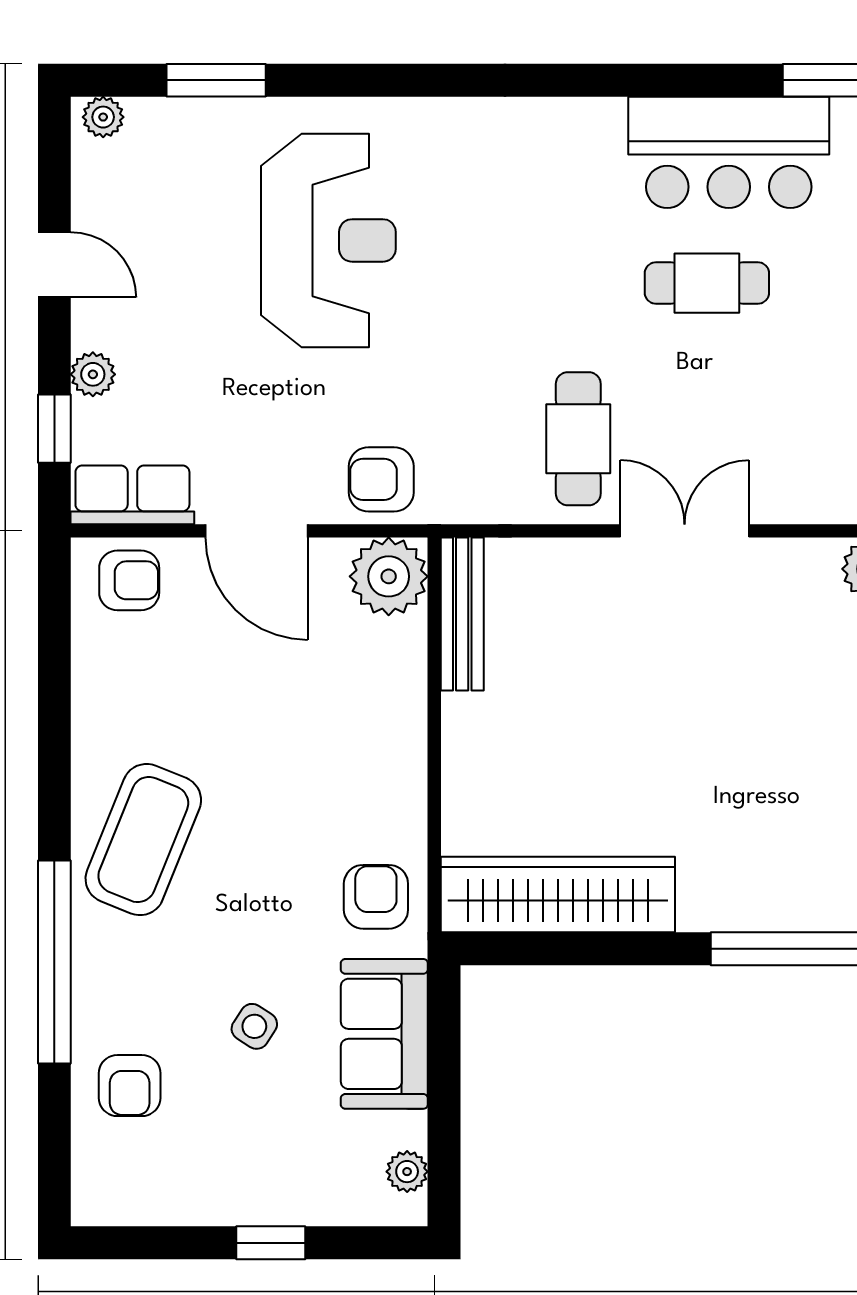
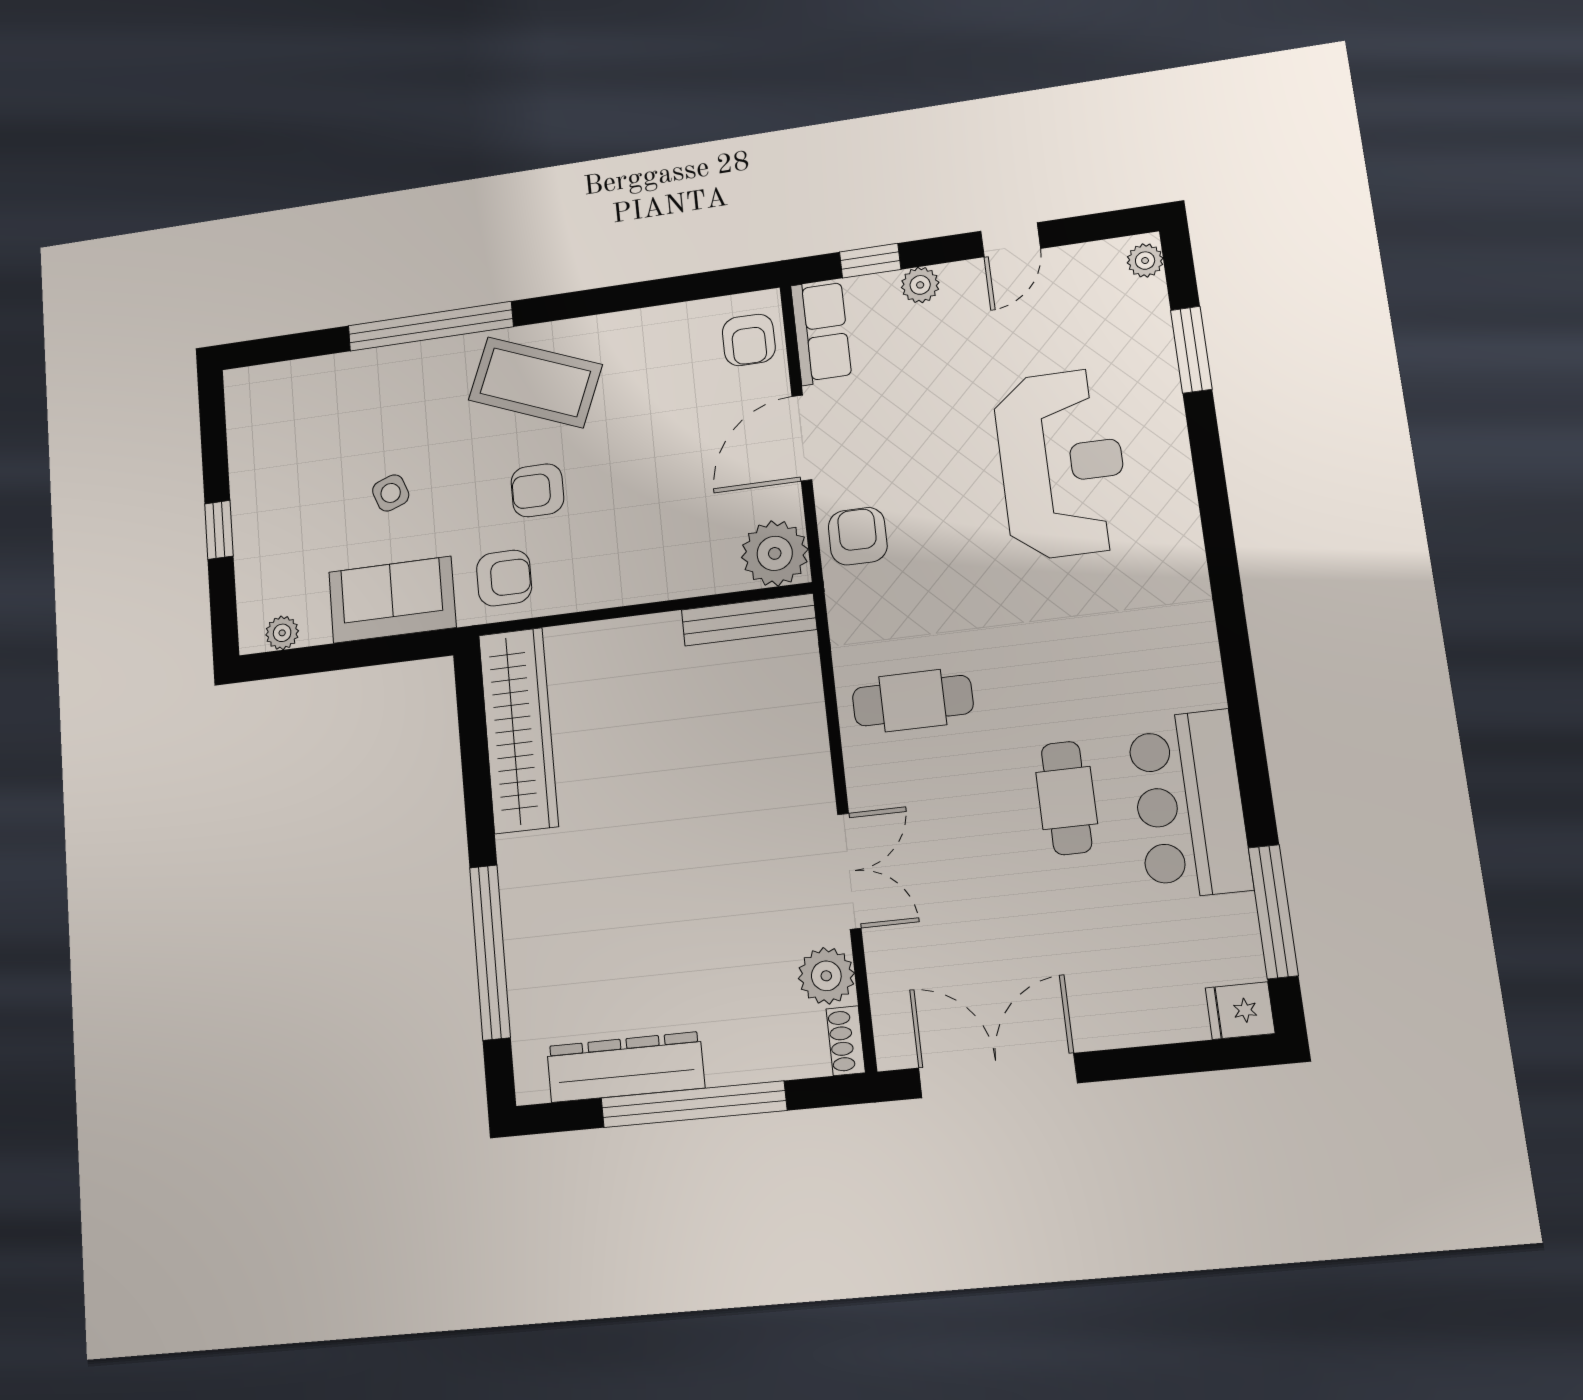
reception desk: (328, 240) -> (1062, 464), turned -90
double door: (685, 531) -> (849, 871), moved
side table: (254, 1026) -> (391, 493), turned 37
armchair: (130, 1086) -> (537, 490), moved

